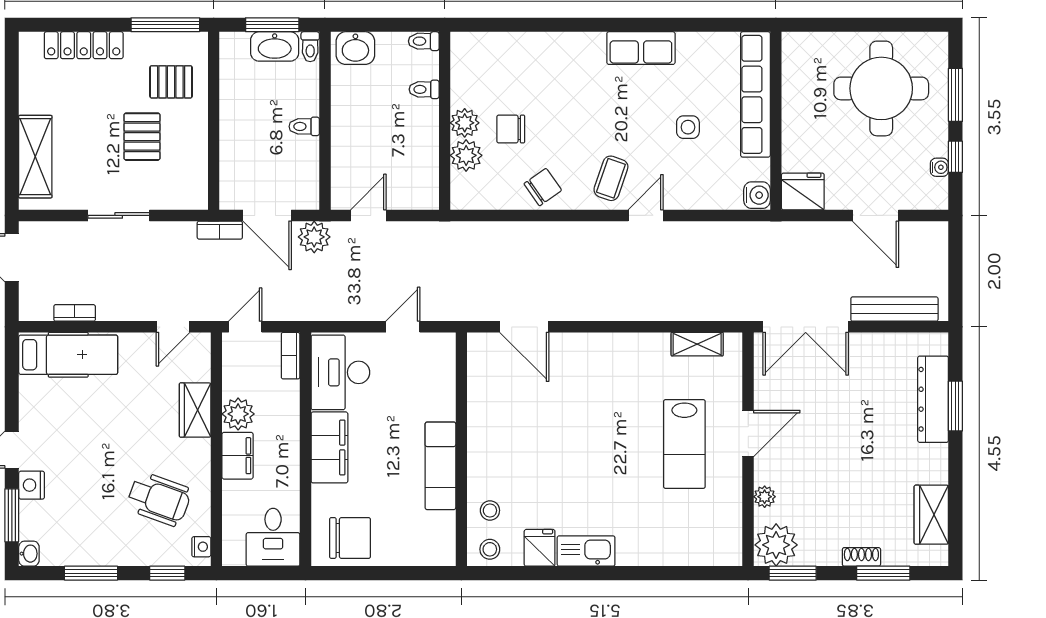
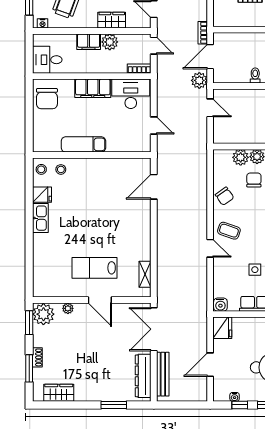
dresser: (933, 399) -> (143, 376), moved, turned -90

